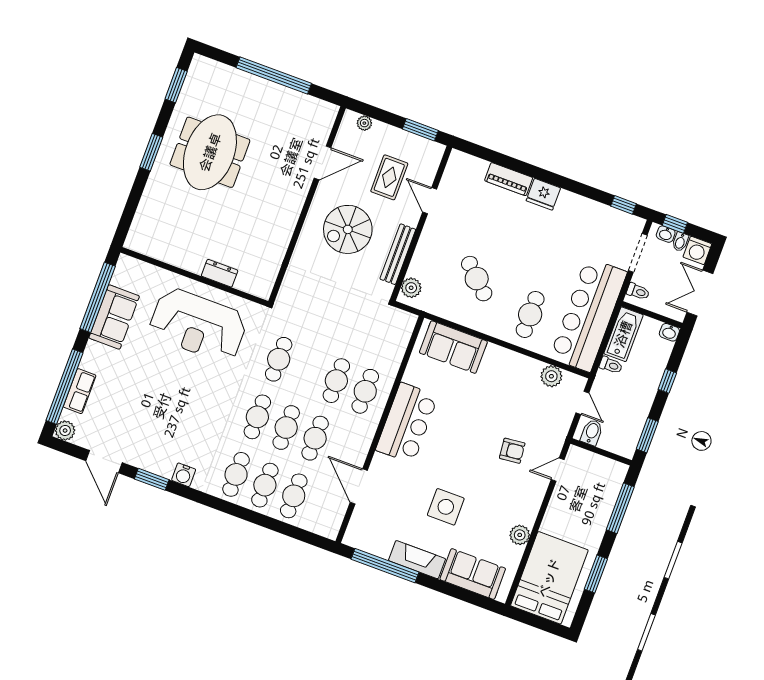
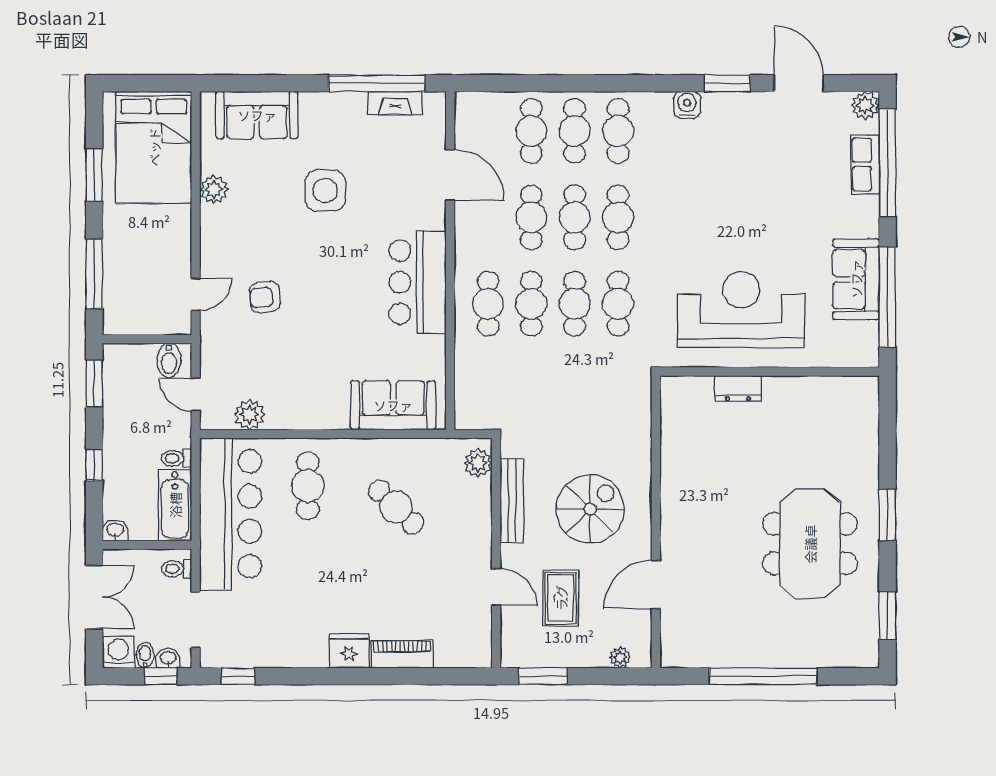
cafe table: (308, 370) -> (575, 304), added
fireplace: (417, 560) -> (395, 103), moved, width x0.73, depth x0.76

